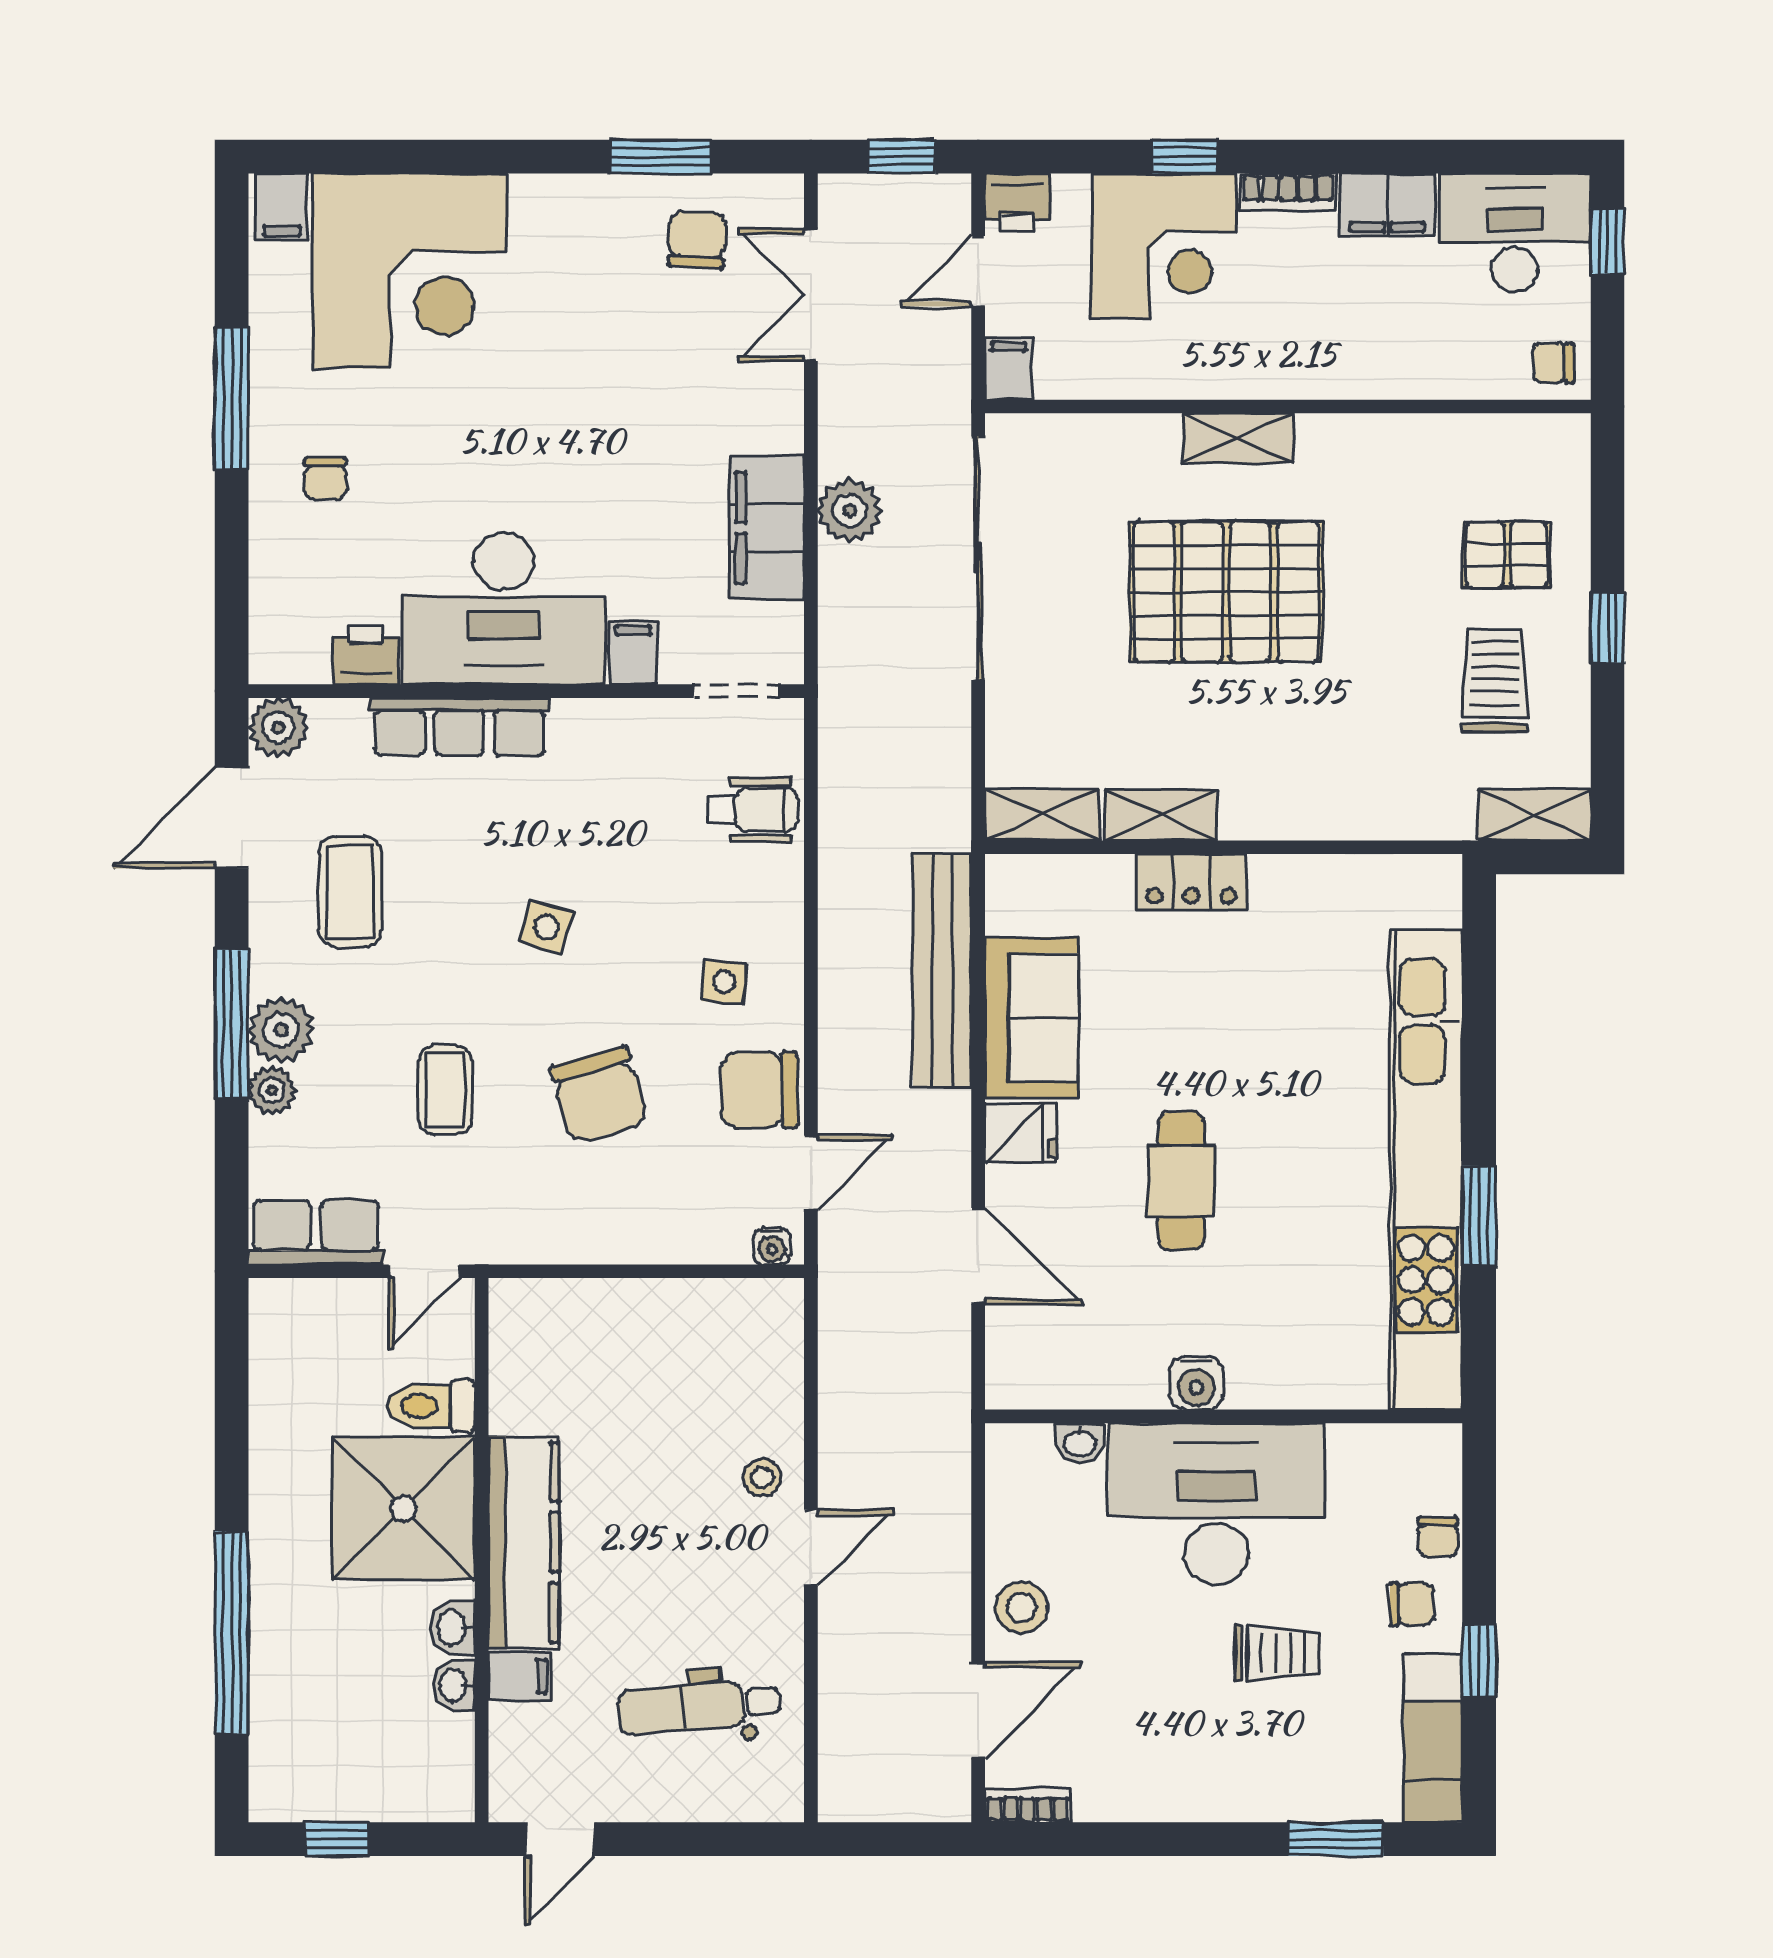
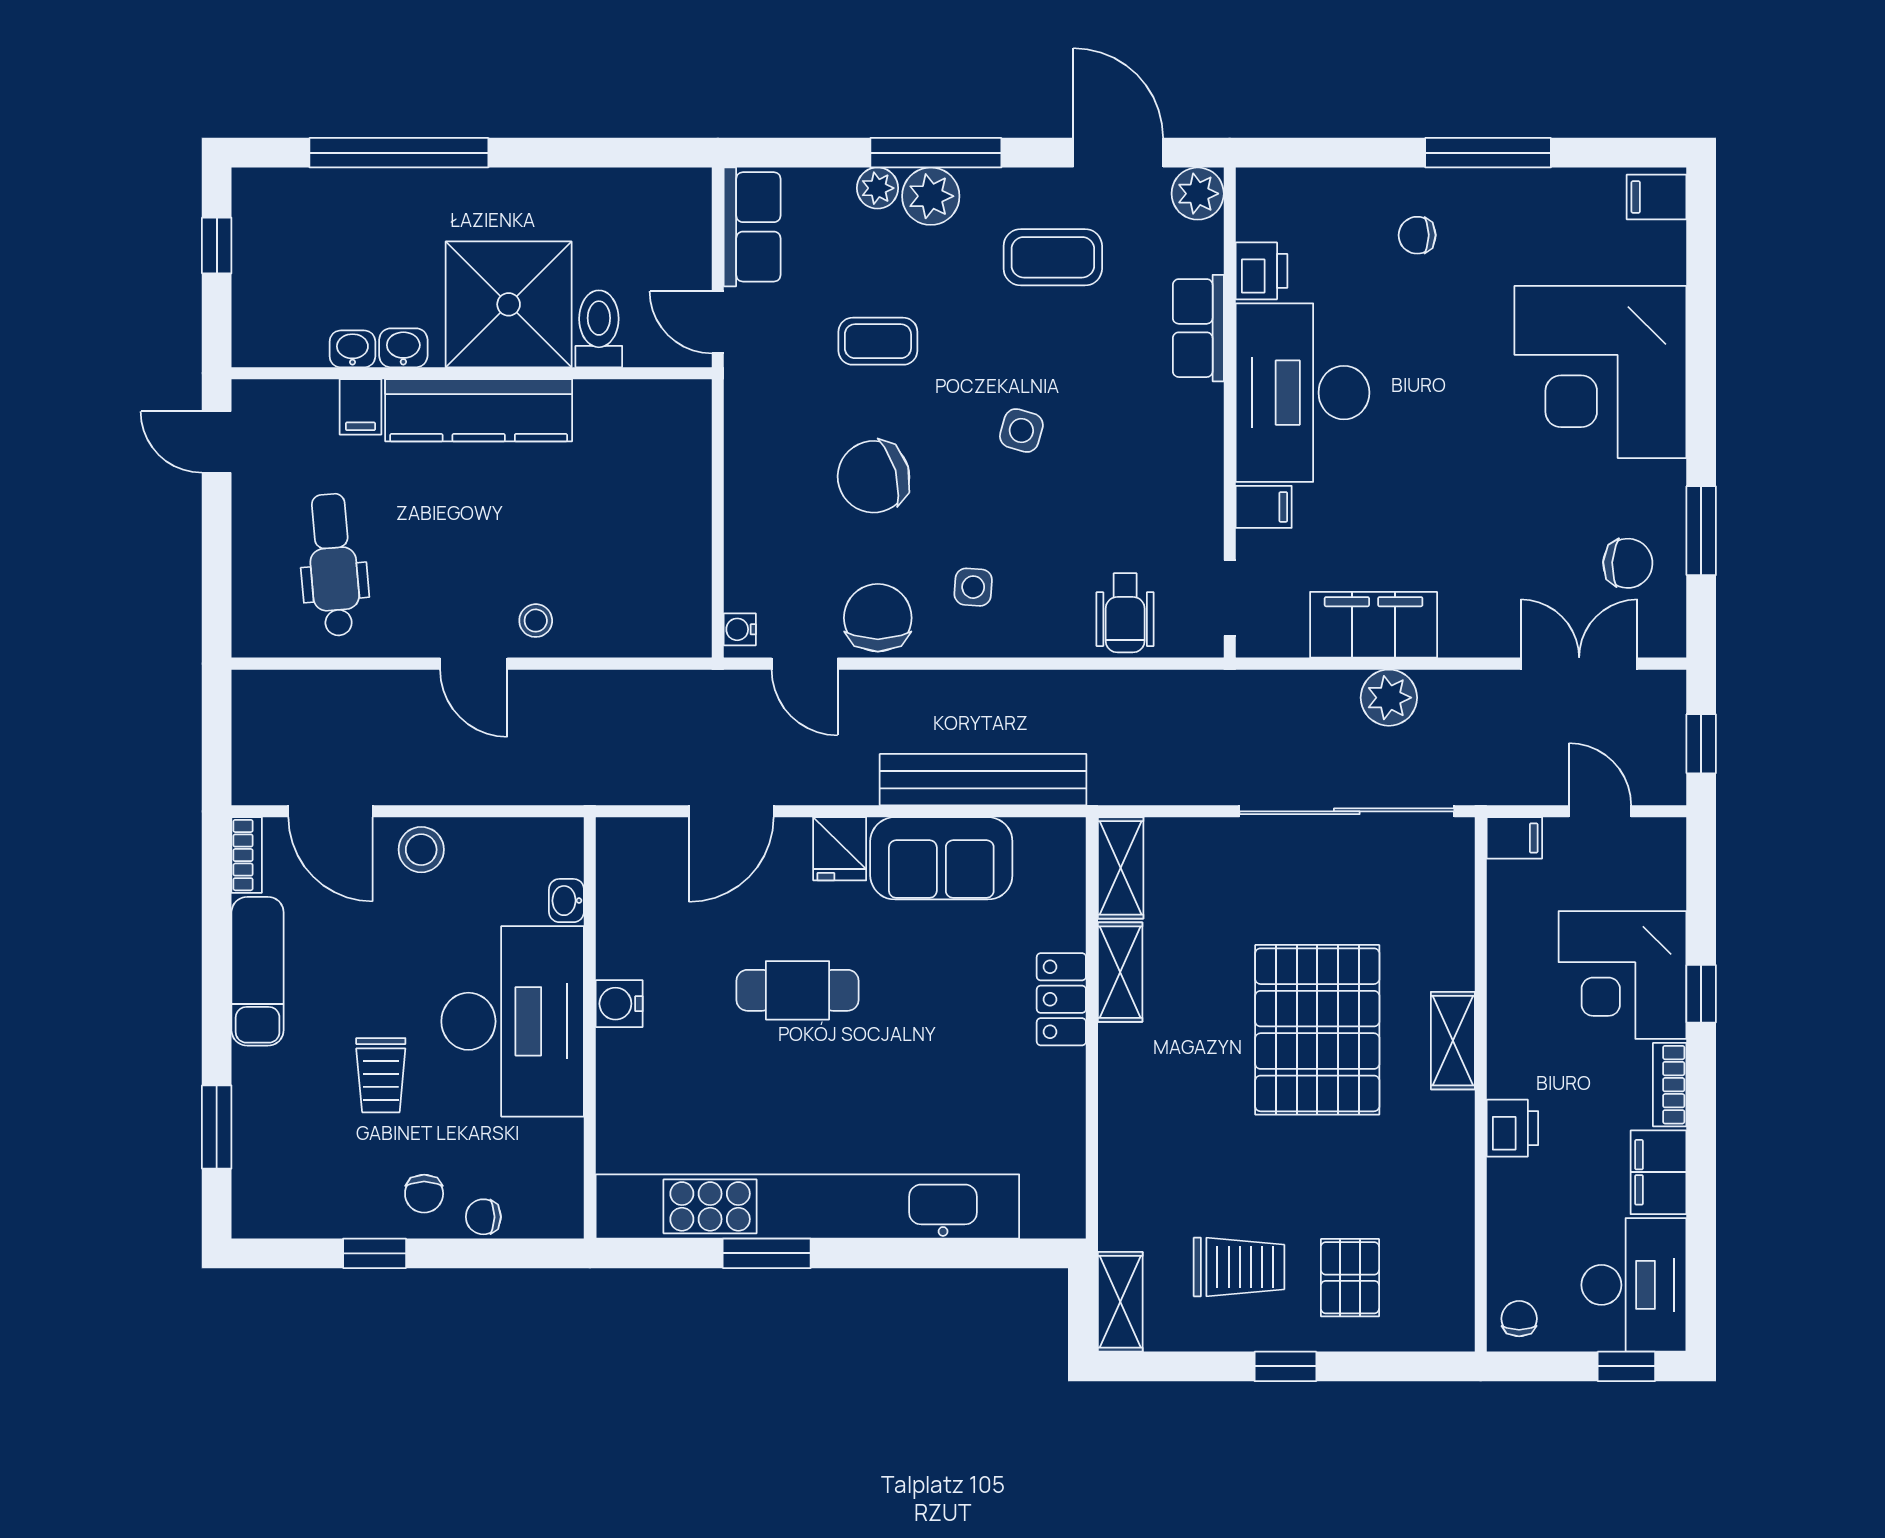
printer: (1017, 203) -> (1512, 1128), moved, turned 180
corner desk: (409, 271) -> (1600, 372), moved
row of seats: (459, 727) -> (1198, 328), width x0.68
exam couch: (1433, 1738) -> (258, 971), moved, turned 90

